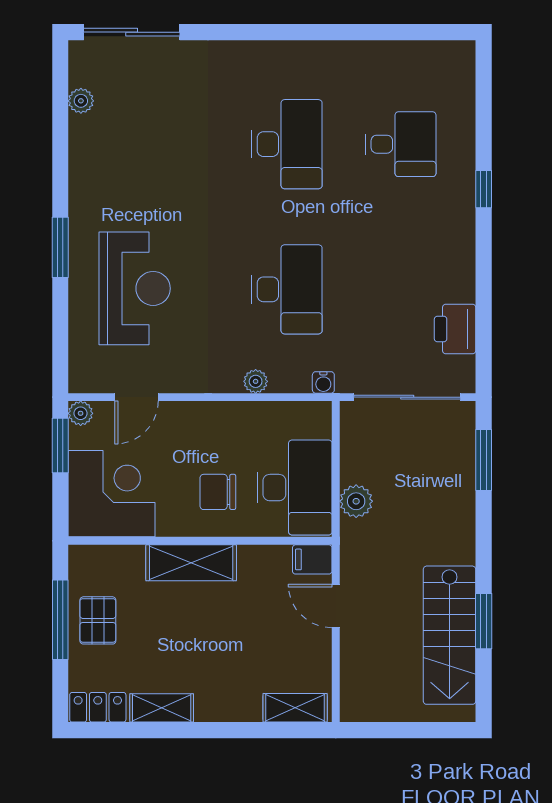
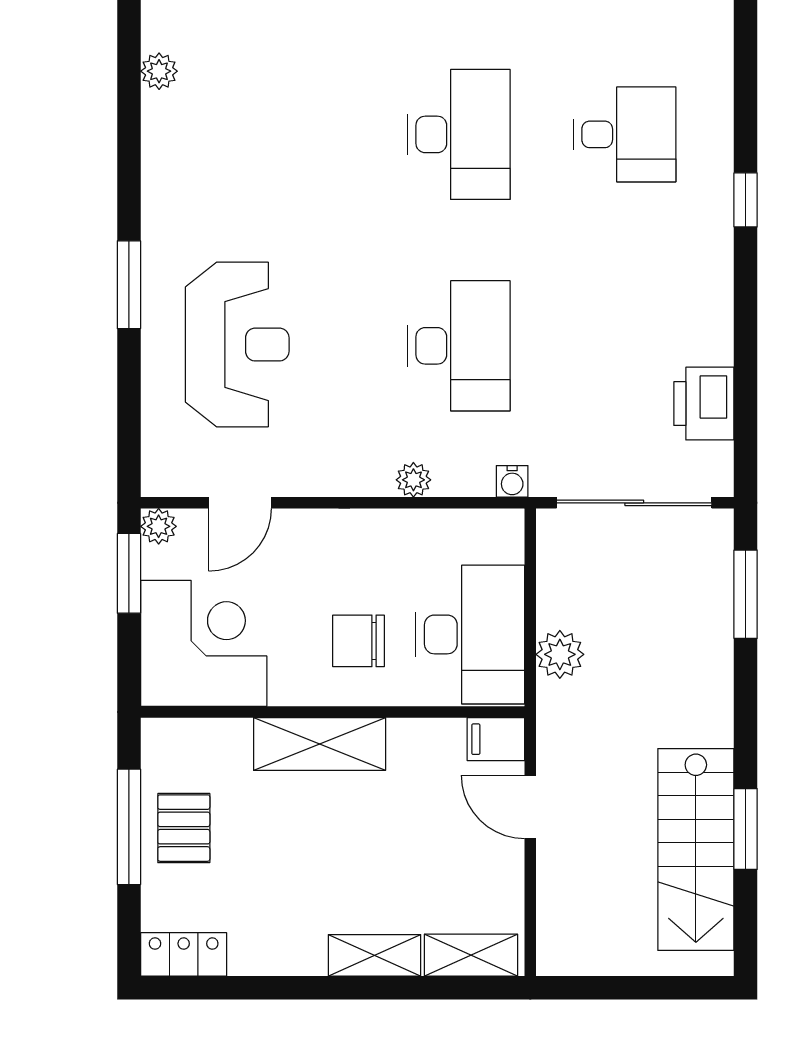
shelving: (162, 708) -> (374, 955), moved

